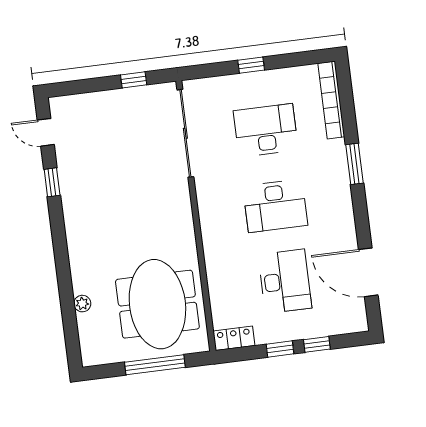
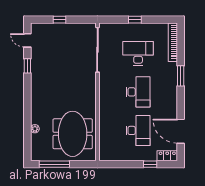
window: (134, 80) -> (59, 20), moved
desk: (275, 206) -> (138, 92), turned -90
locker: (234, 338) -> (167, 156), moved
window: (280, 349) -> (131, 164), removed
window: (155, 365) -> (54, 164), moved

